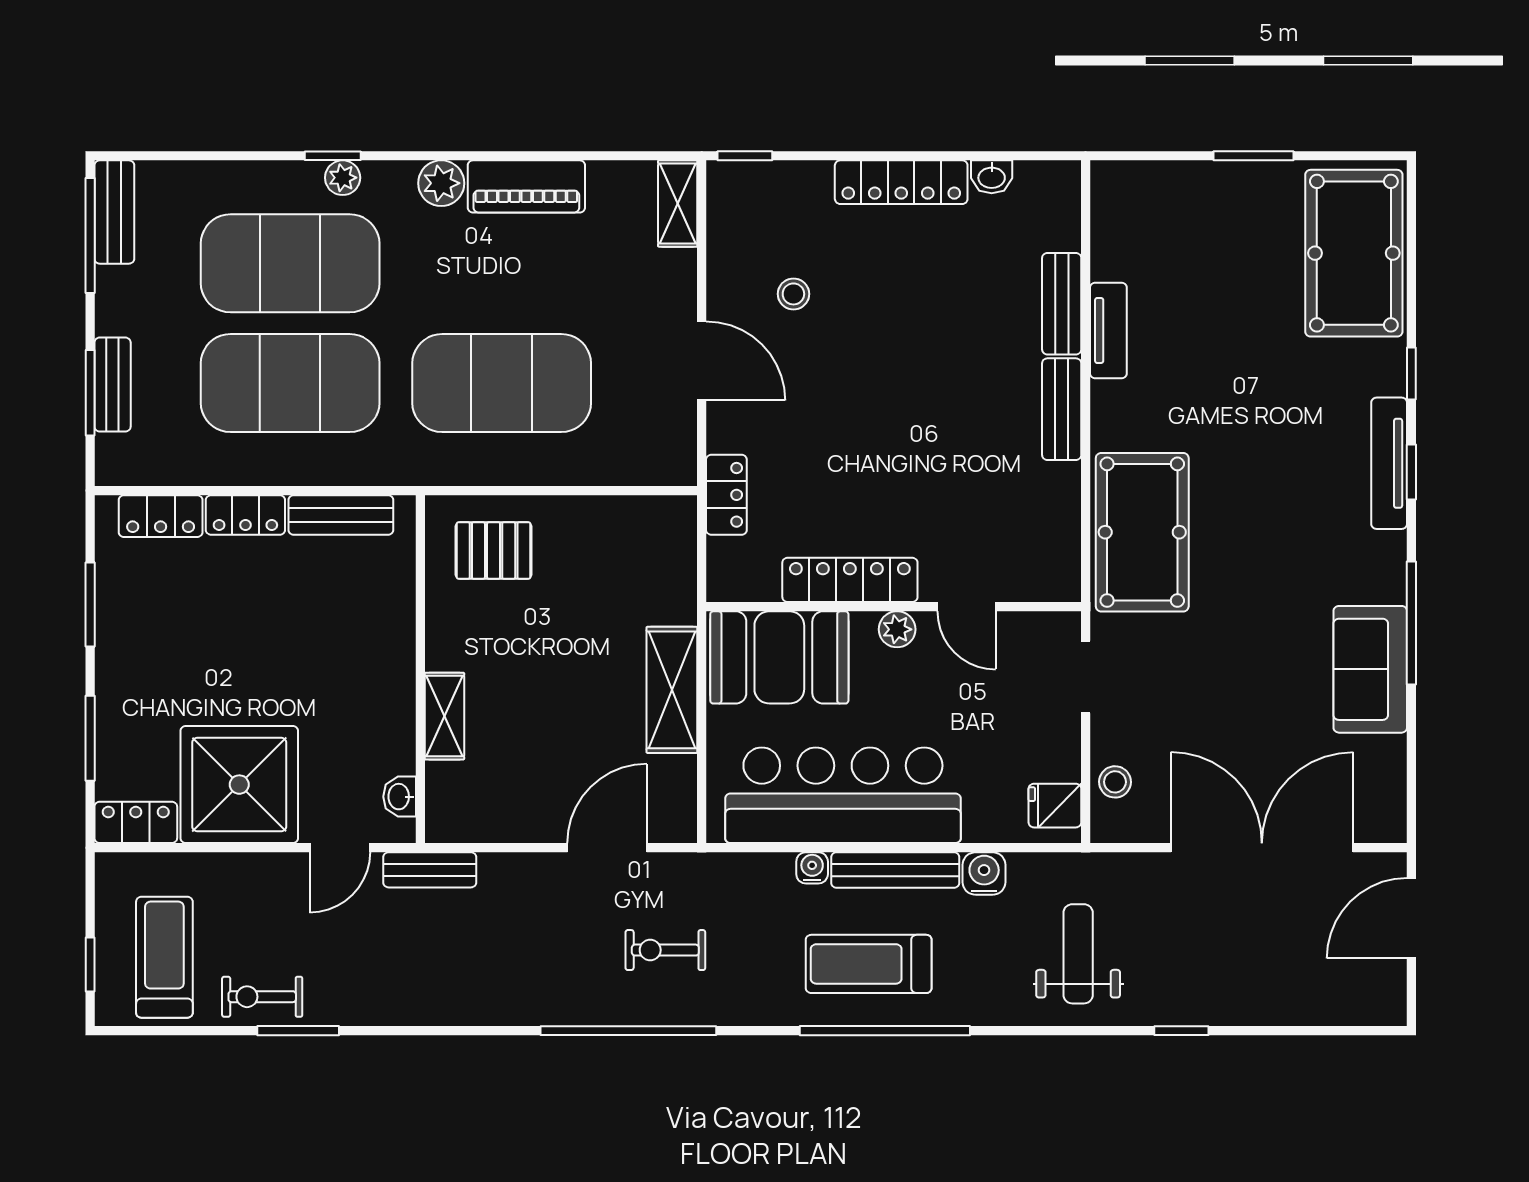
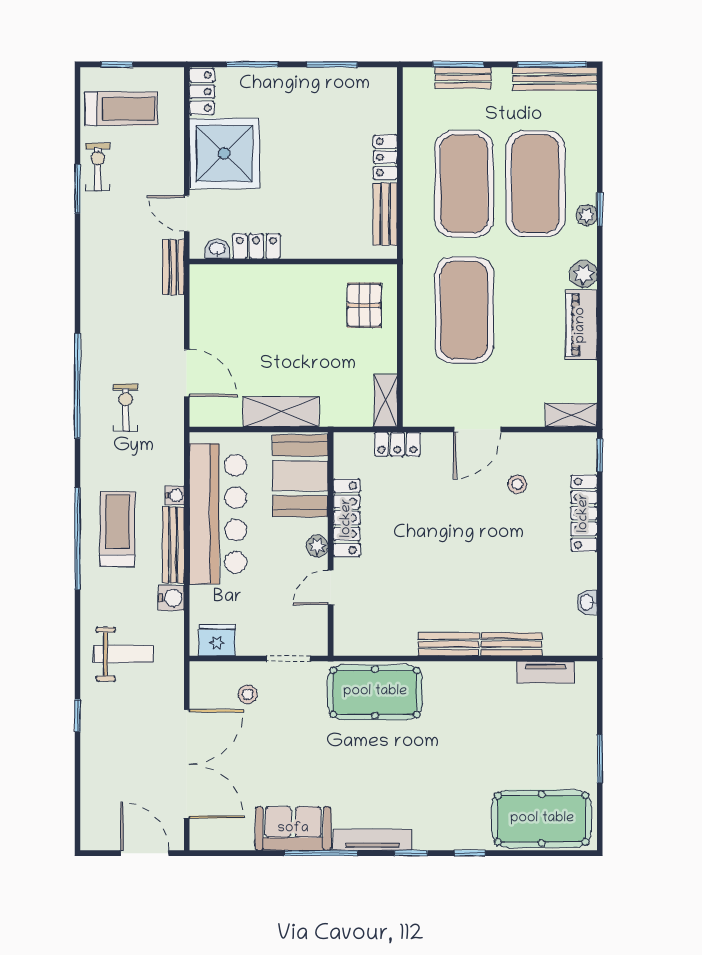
locker: (901, 182) -> (584, 513), moved
bench: (114, 212) -> (555, 79), width x1.36
tv unit: (1108, 331) -> (546, 672), moved
tv unit: (1389, 463) -> (372, 840), moved
locker: (161, 516) -> (256, 246), moved, turned 90
shelving: (444, 716) -> (386, 401), moved, turned 90
stool: (1115, 782) -> (248, 694), moved
fridge: (1055, 806) -> (217, 640), width x1.38

